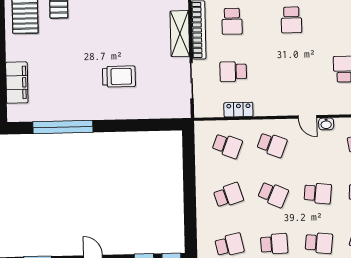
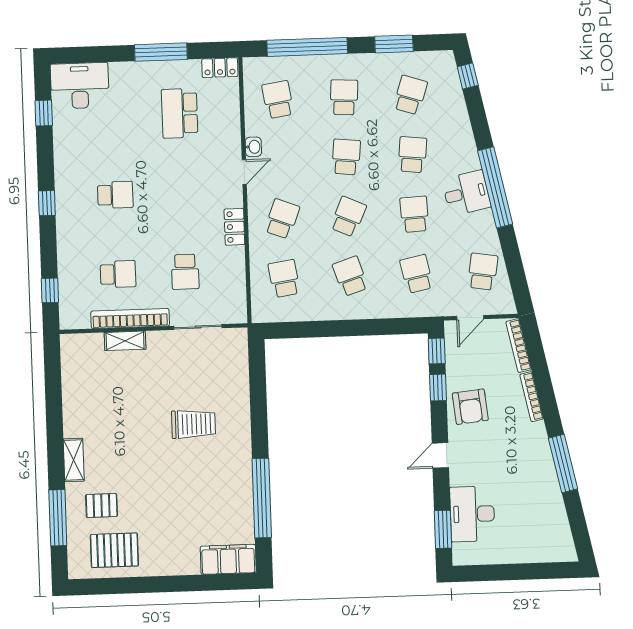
shelving: (180, 34) -> (125, 341), width x0.67, depth x0.75
trolley: (119, 77) -> (194, 424), turned 90
filing cabinet: (17, 83) -> (228, 559), moved
locker: (238, 110) -> (234, 227), moved
school desk: (227, 146) -> (284, 279), turned -30

